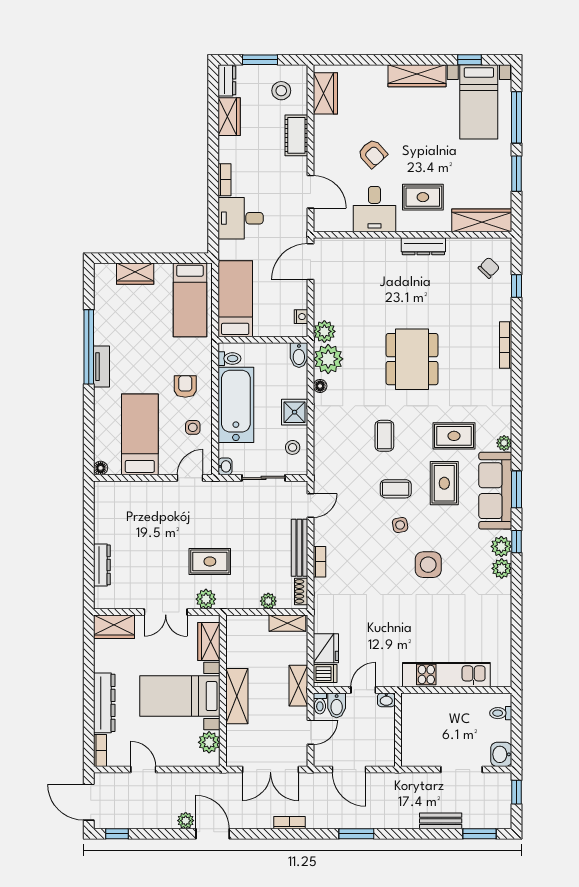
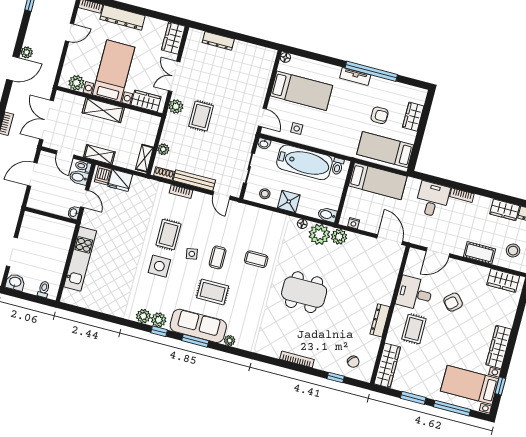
armchair: (185, 386) -> (380, 115), moved
rug: (454, 436) -> (168, 235), moved

